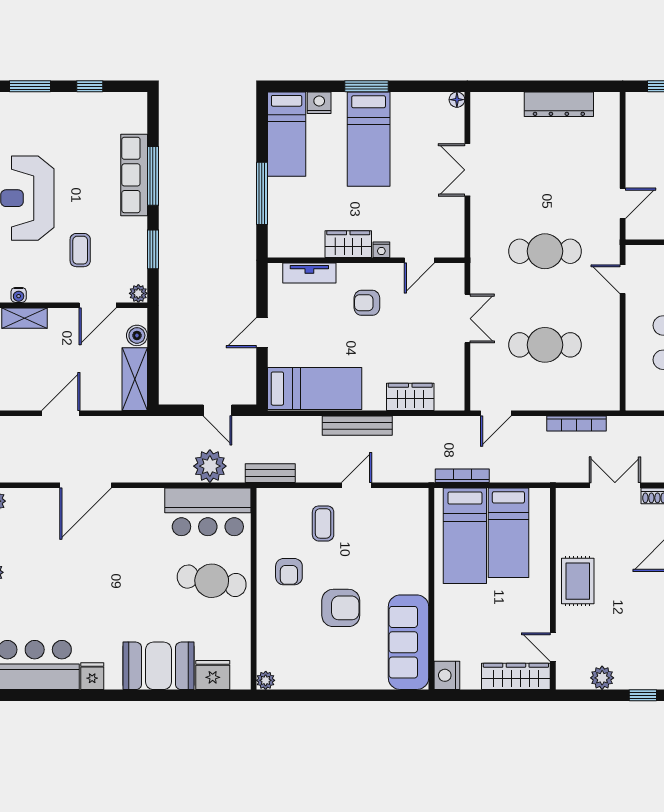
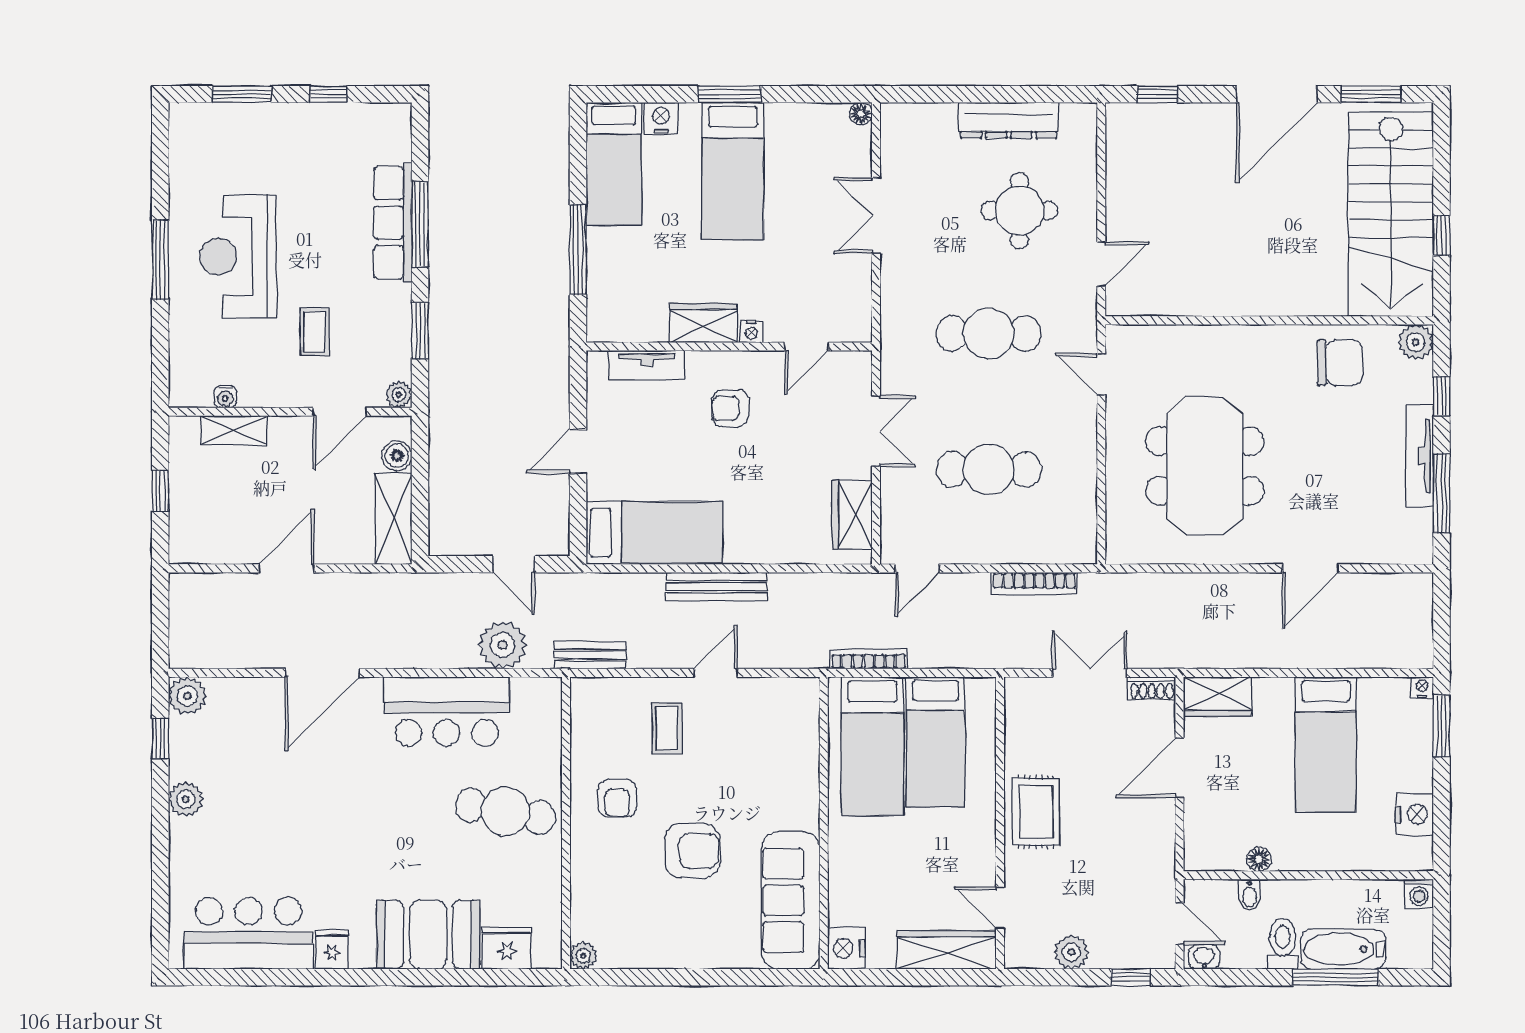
round table: (566, 167) -> (1019, 211), added
wardrobe: (410, 397) -> (852, 515), moved, turned -90
bar counter: (208, 512) -> (447, 711), moved

